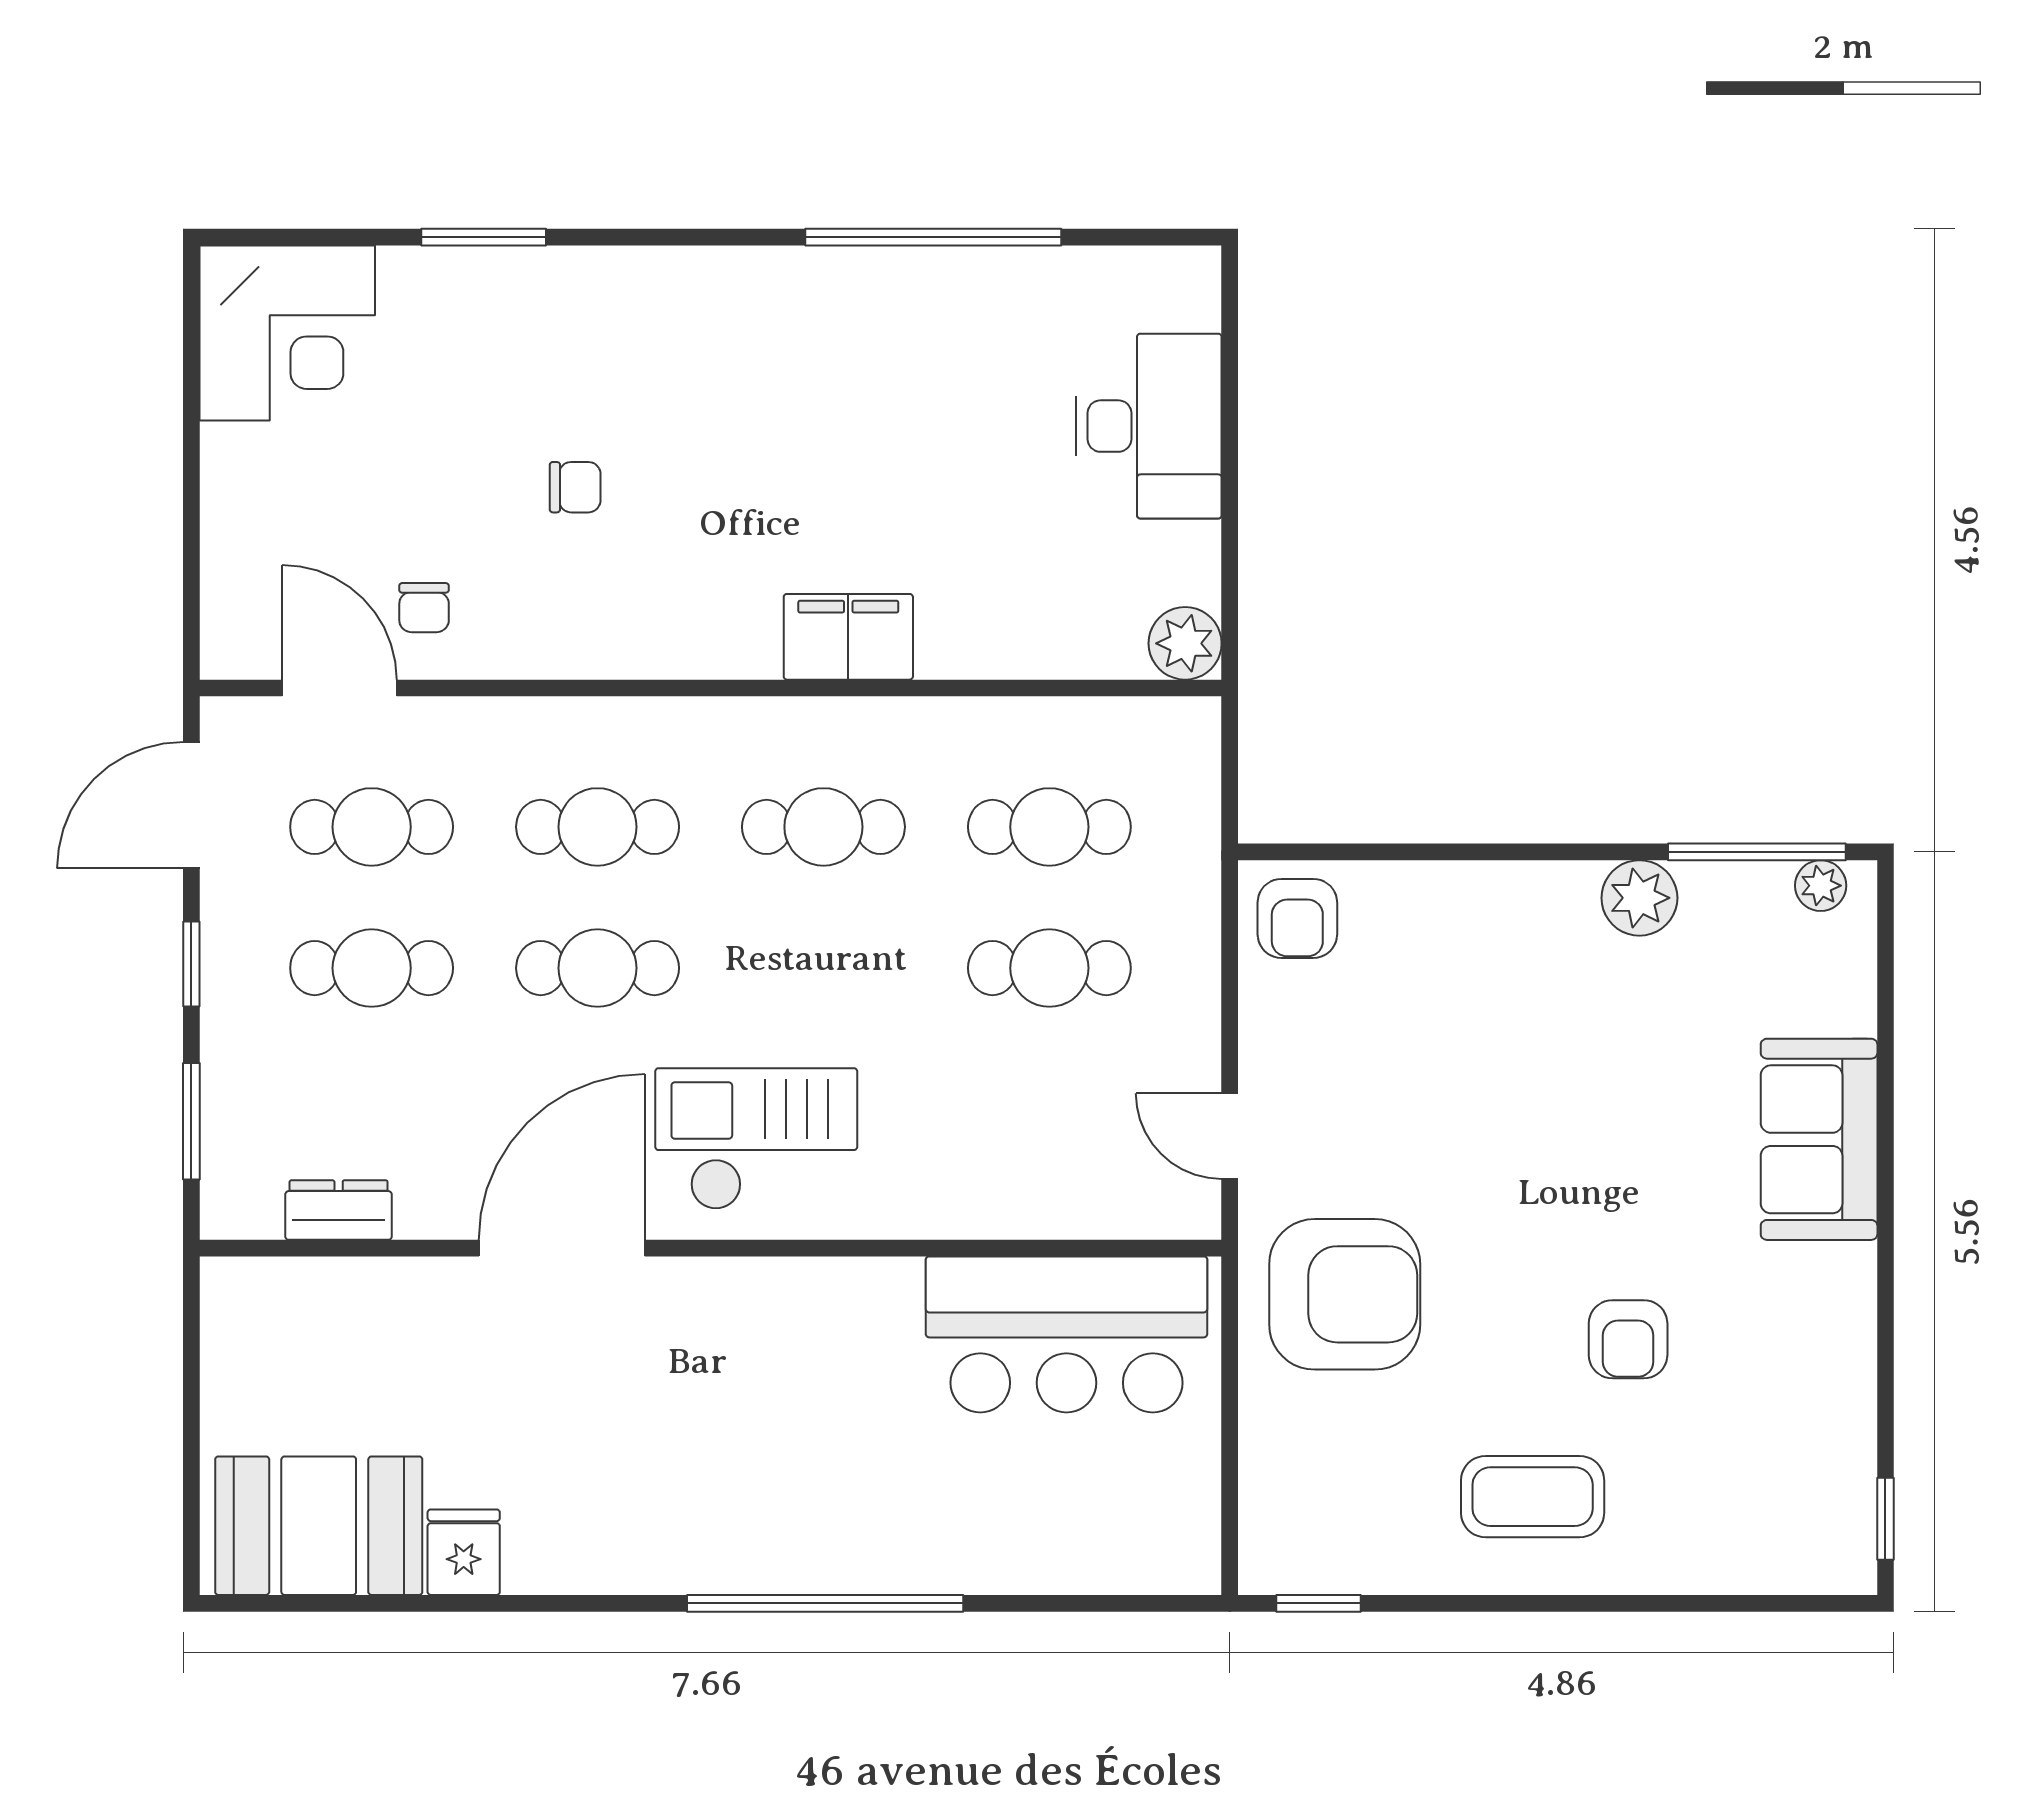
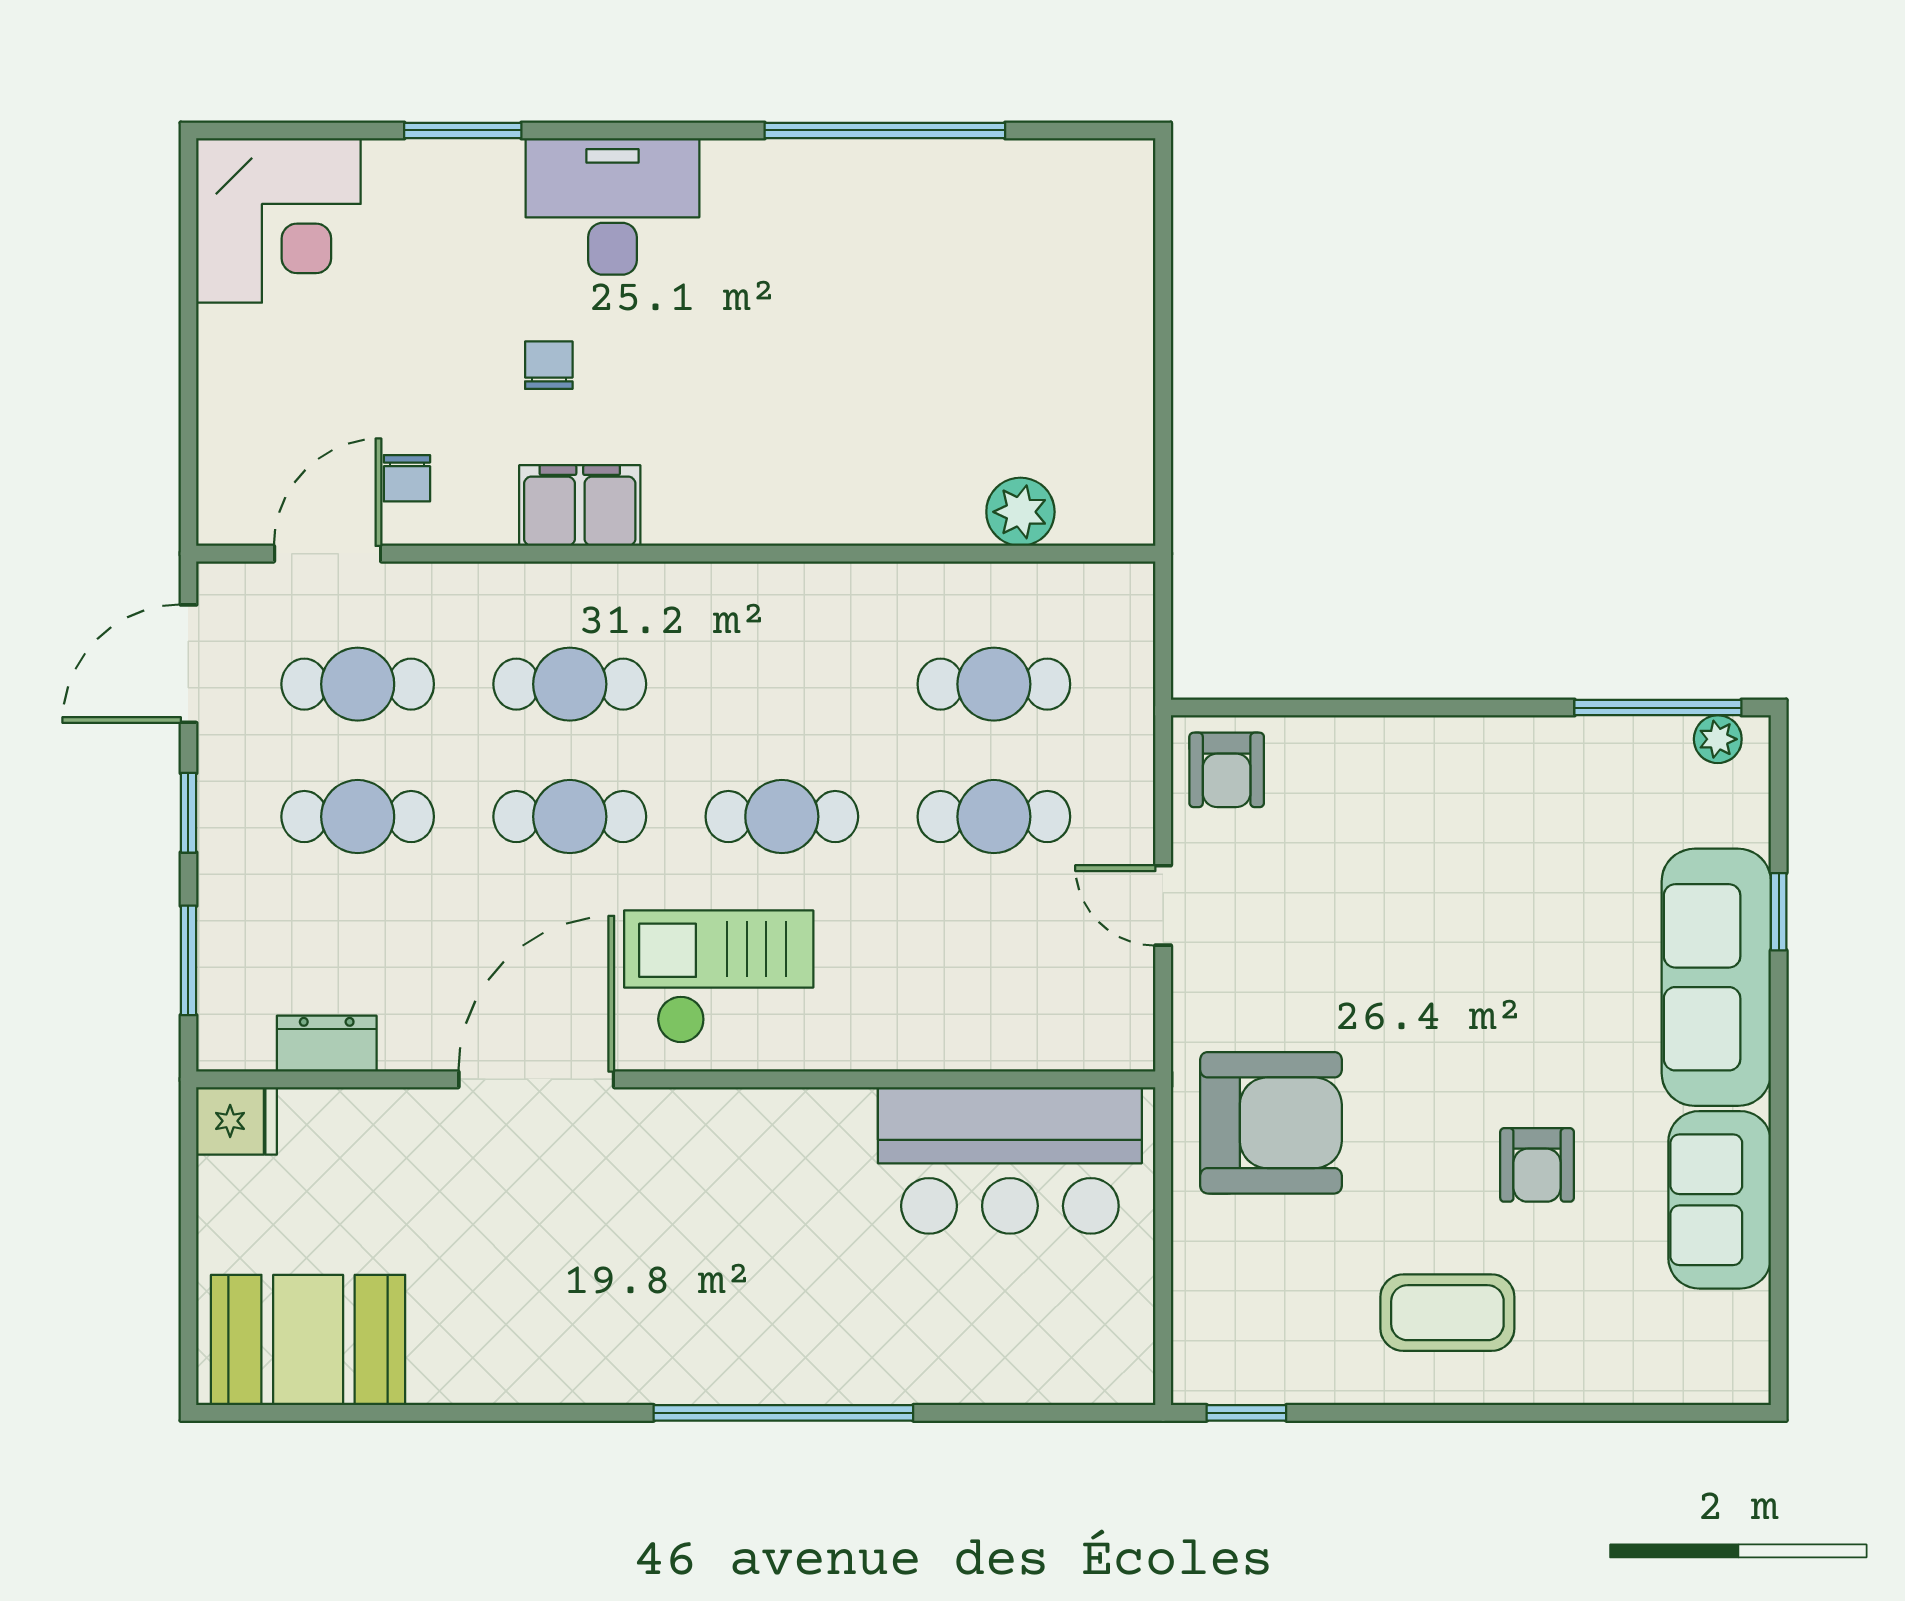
desk: (1149, 426) -> (612, 206), moved, turned -90
chair: (575, 487) -> (549, 365), turned -90
filing cabinet: (848, 637) -> (580, 506), moved
plant: (1185, 643) -> (1020, 512), moved
door: (339, 688) -> (328, 554), hinge flipped
cafe table: (823, 827) -> (782, 817), moved
plant: (1639, 898) -> (1548, 751), removed
door: (1230, 1136) -> (1163, 905), moved
sofa: (1819, 1139) -> (1716, 977), width x1.36
sofa: (1823, 1376) -> (1720, 1200), added
window: (1885, 1519) -> (1779, 912), moved
fridge: (464, 1552) -> (236, 1121), moved, turned 90

